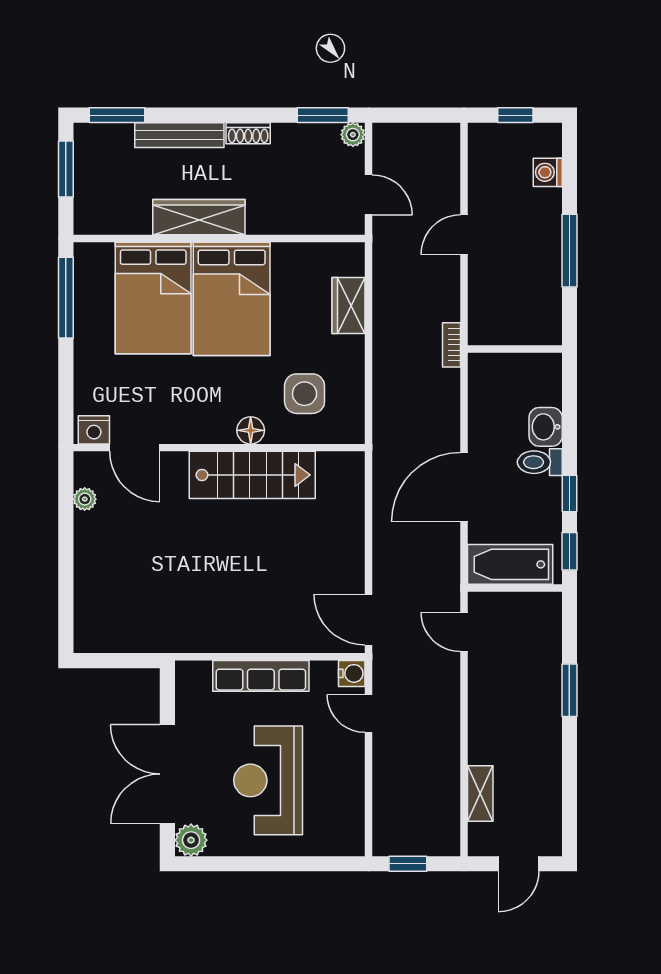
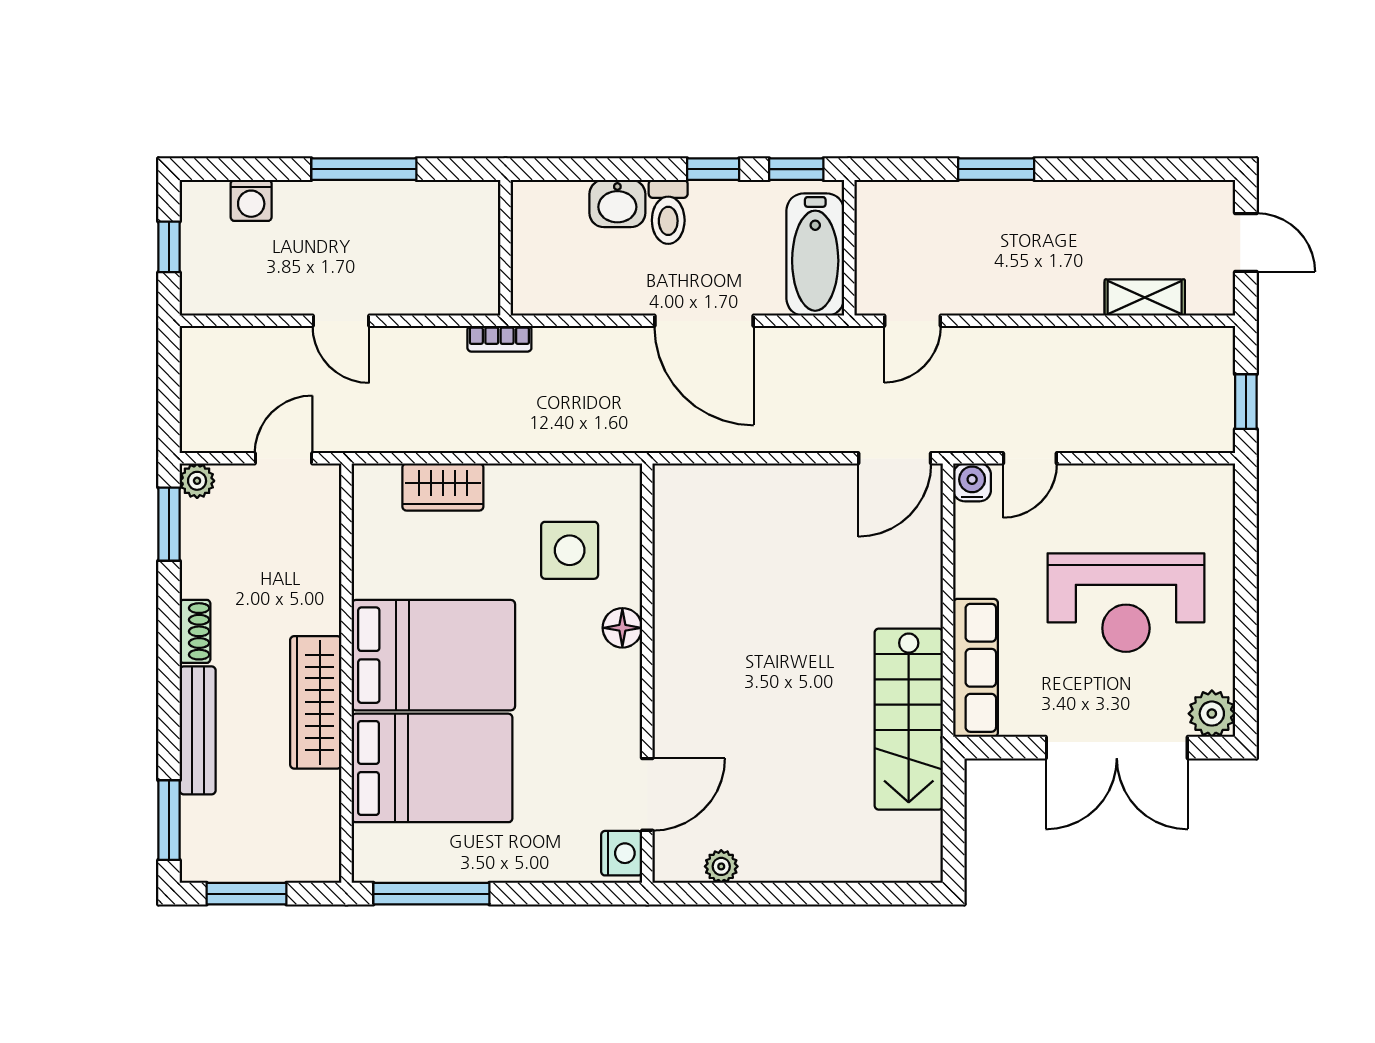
stairs: (252, 475) -> (909, 719), moved, turned 180
row of seats: (261, 676) -> (976, 668), moved

